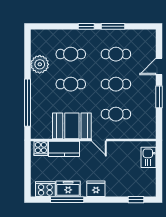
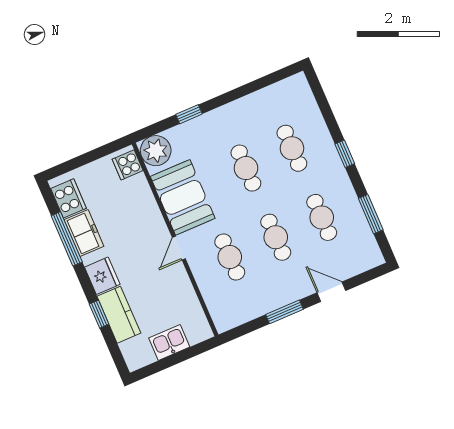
window: (113, 26) -> (371, 214), moved
plant: (40, 64) -> (156, 151), moved
window: (28, 103) -> (189, 114), width x0.32
kitchen counter: (64, 149) -> (119, 315), moved, turned 180
kitchen sink: (149, 157) -> (169, 342), moved
window: (136, 200) -> (99, 314), moved

